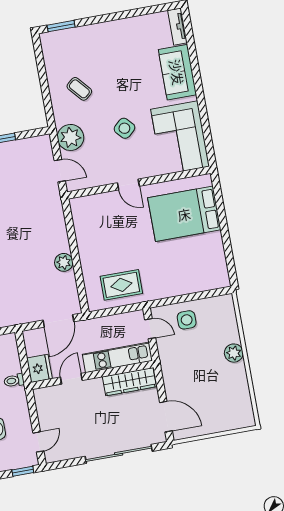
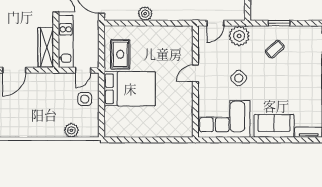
window: (45, 89) -> (279, 23), added
bed: (184, 214) -> (130, 89), moved, turned 90
plant: (234, 353) -> (71, 130), moved

